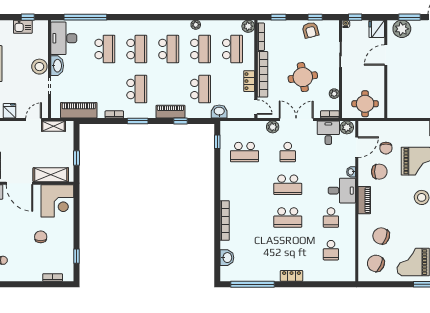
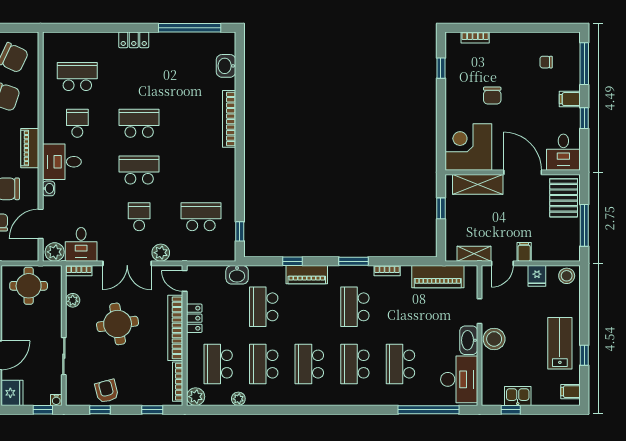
plant: (196, 25) -> (238, 399), moved
filing cabinet: (18, 127) -> (524, 252), added
school desk: (331, 250) -> (77, 77), width x1.85

